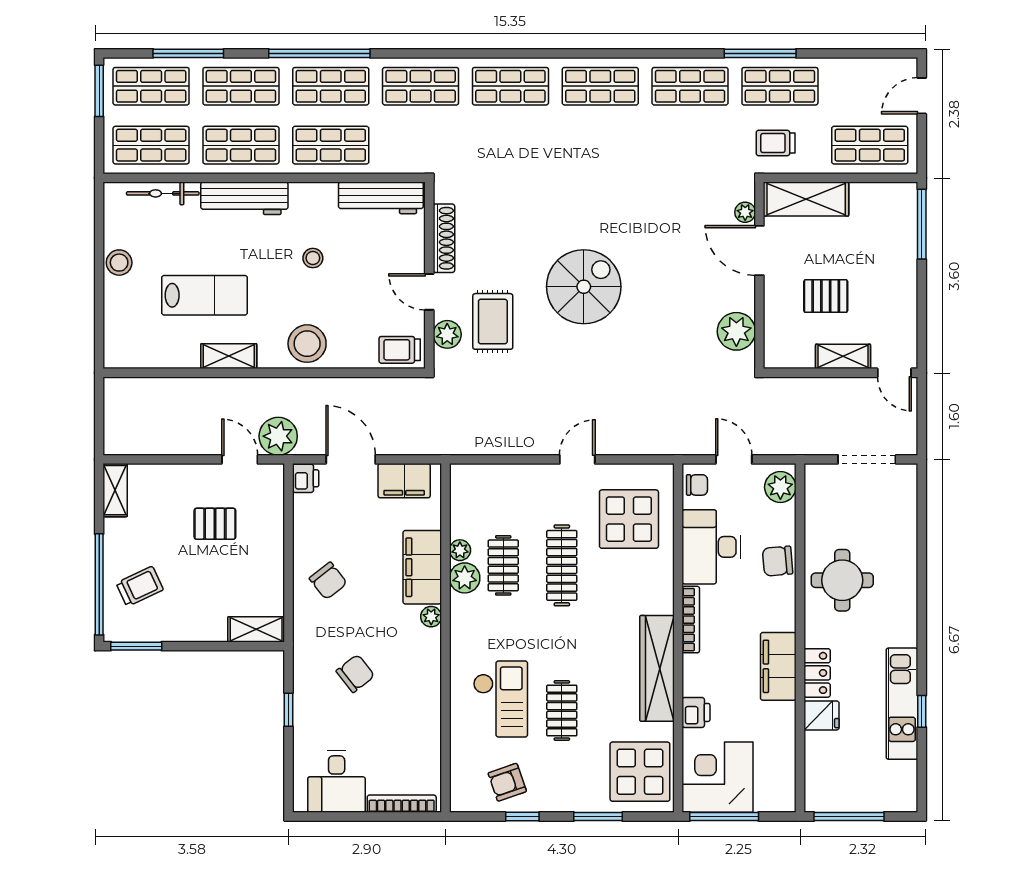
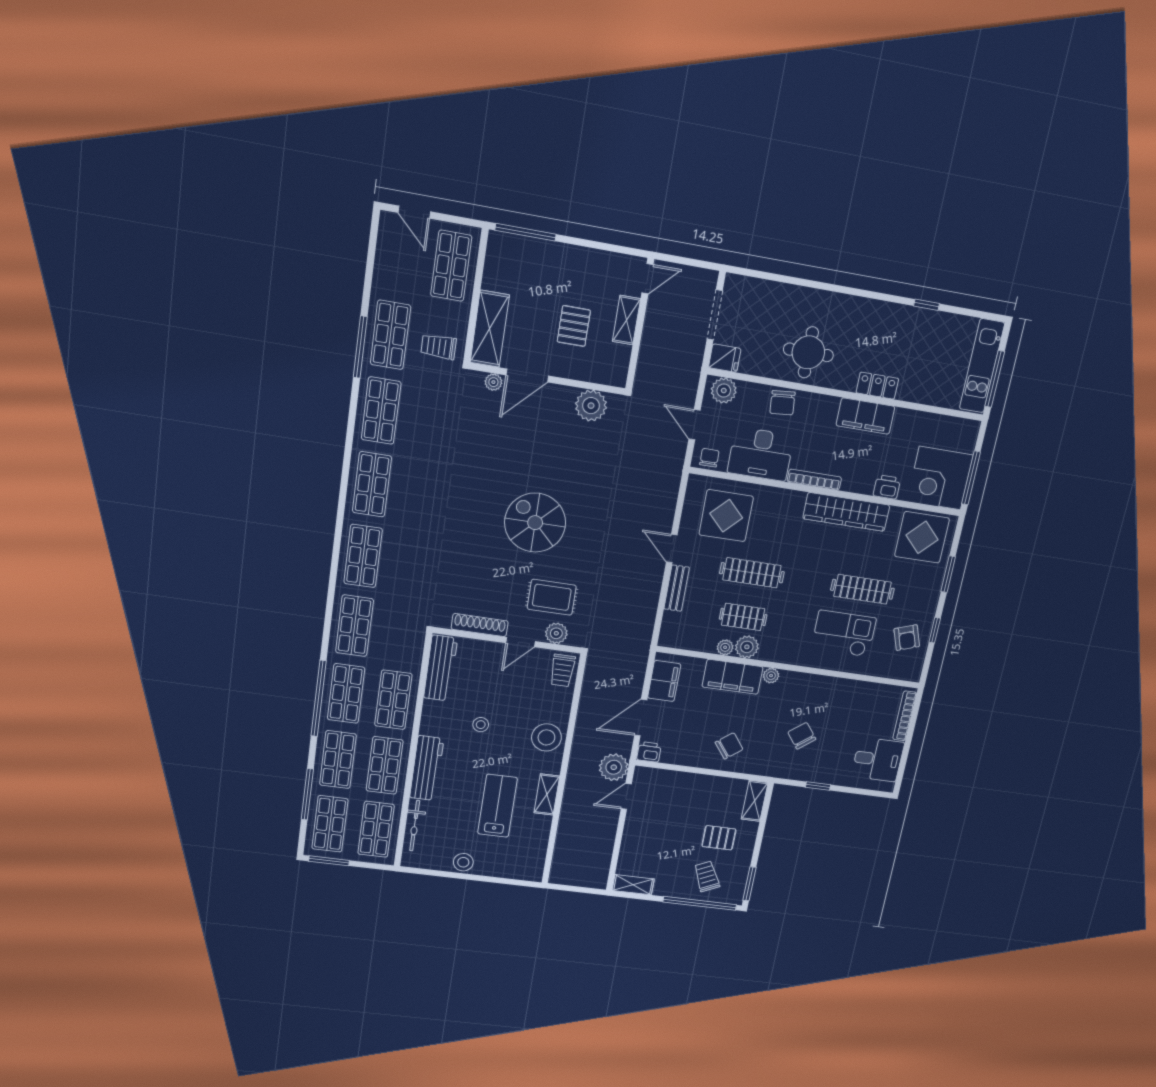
trolley: (776, 143) -> (439, 347), turned 90
door: (734, 459) -> (694, 425), hinge flipped
bench: (528, 475) -> (677, 588), added
pallet: (215, 524) -> (719, 838), moved, turned 90
kitchen unit: (902, 704) -> (982, 366), moved, turned 90
clothes rail: (562, 710) -> (862, 589), width x1.36
fridge: (821, 715) -> (725, 358), moved, turned 90

